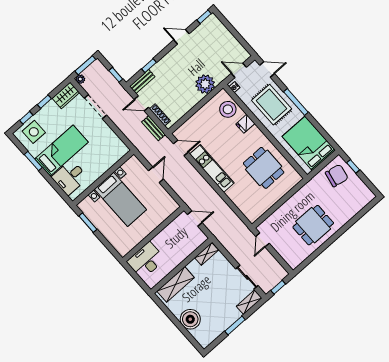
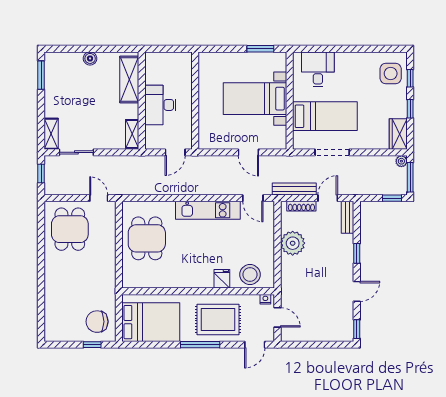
window: (149, 66) -> (357, 253), moved
door: (239, 70) -> (277, 317), hinge flipped
window: (116, 75) -> (392, 198), moved
plant: (205, 84) -> (293, 243), moved
doorway: (95, 107) -> (332, 152), moved
bench: (154, 128) -> (294, 189), width x1.36
door: (181, 148) -> (253, 198), hinge flipped
bed: (62, 151) -> (325, 116), moved, turned -90
window: (33, 161) -> (364, 49), removed
dining table: (264, 168) -> (147, 238), moved, turned 90
chair: (337, 176) -> (97, 322), turned 79
dining table: (313, 225) -> (70, 229), moved
desk: (146, 260) -> (160, 105), moved, turned 180
boiler: (190, 319) -> (90, 58), width x0.54, depth x0.54
window: (235, 325) -> (41, 75), moved

